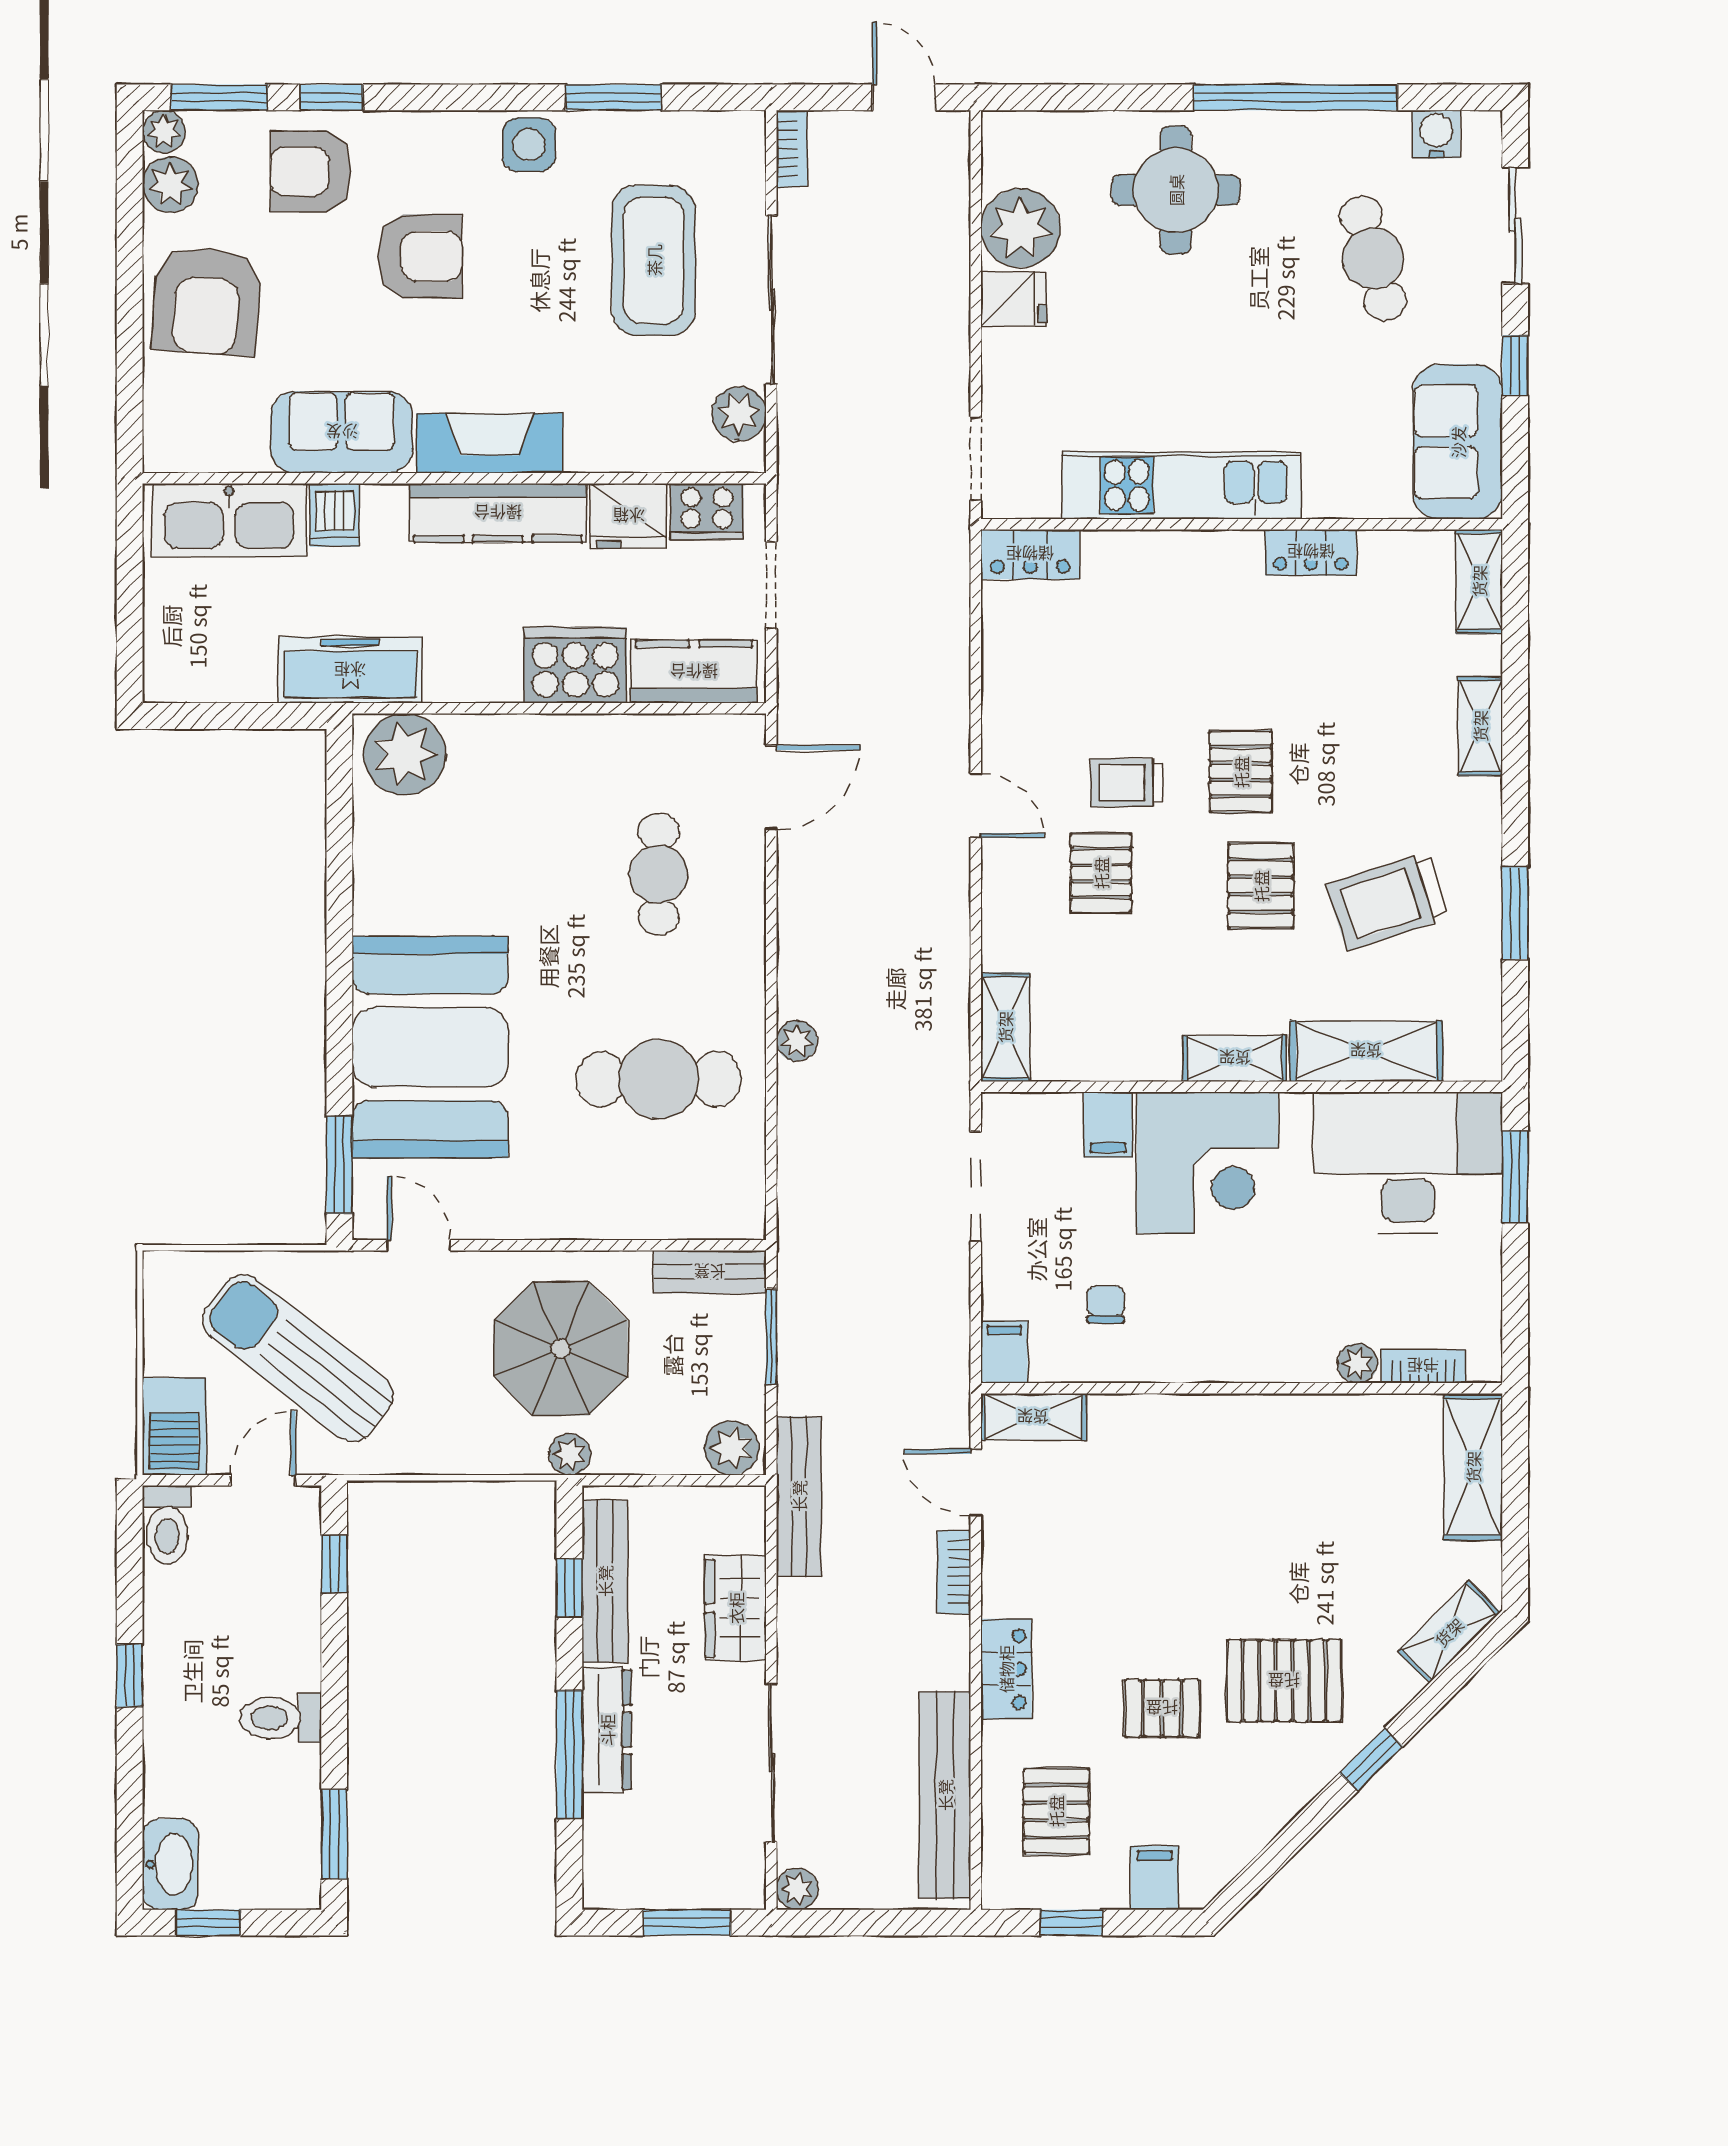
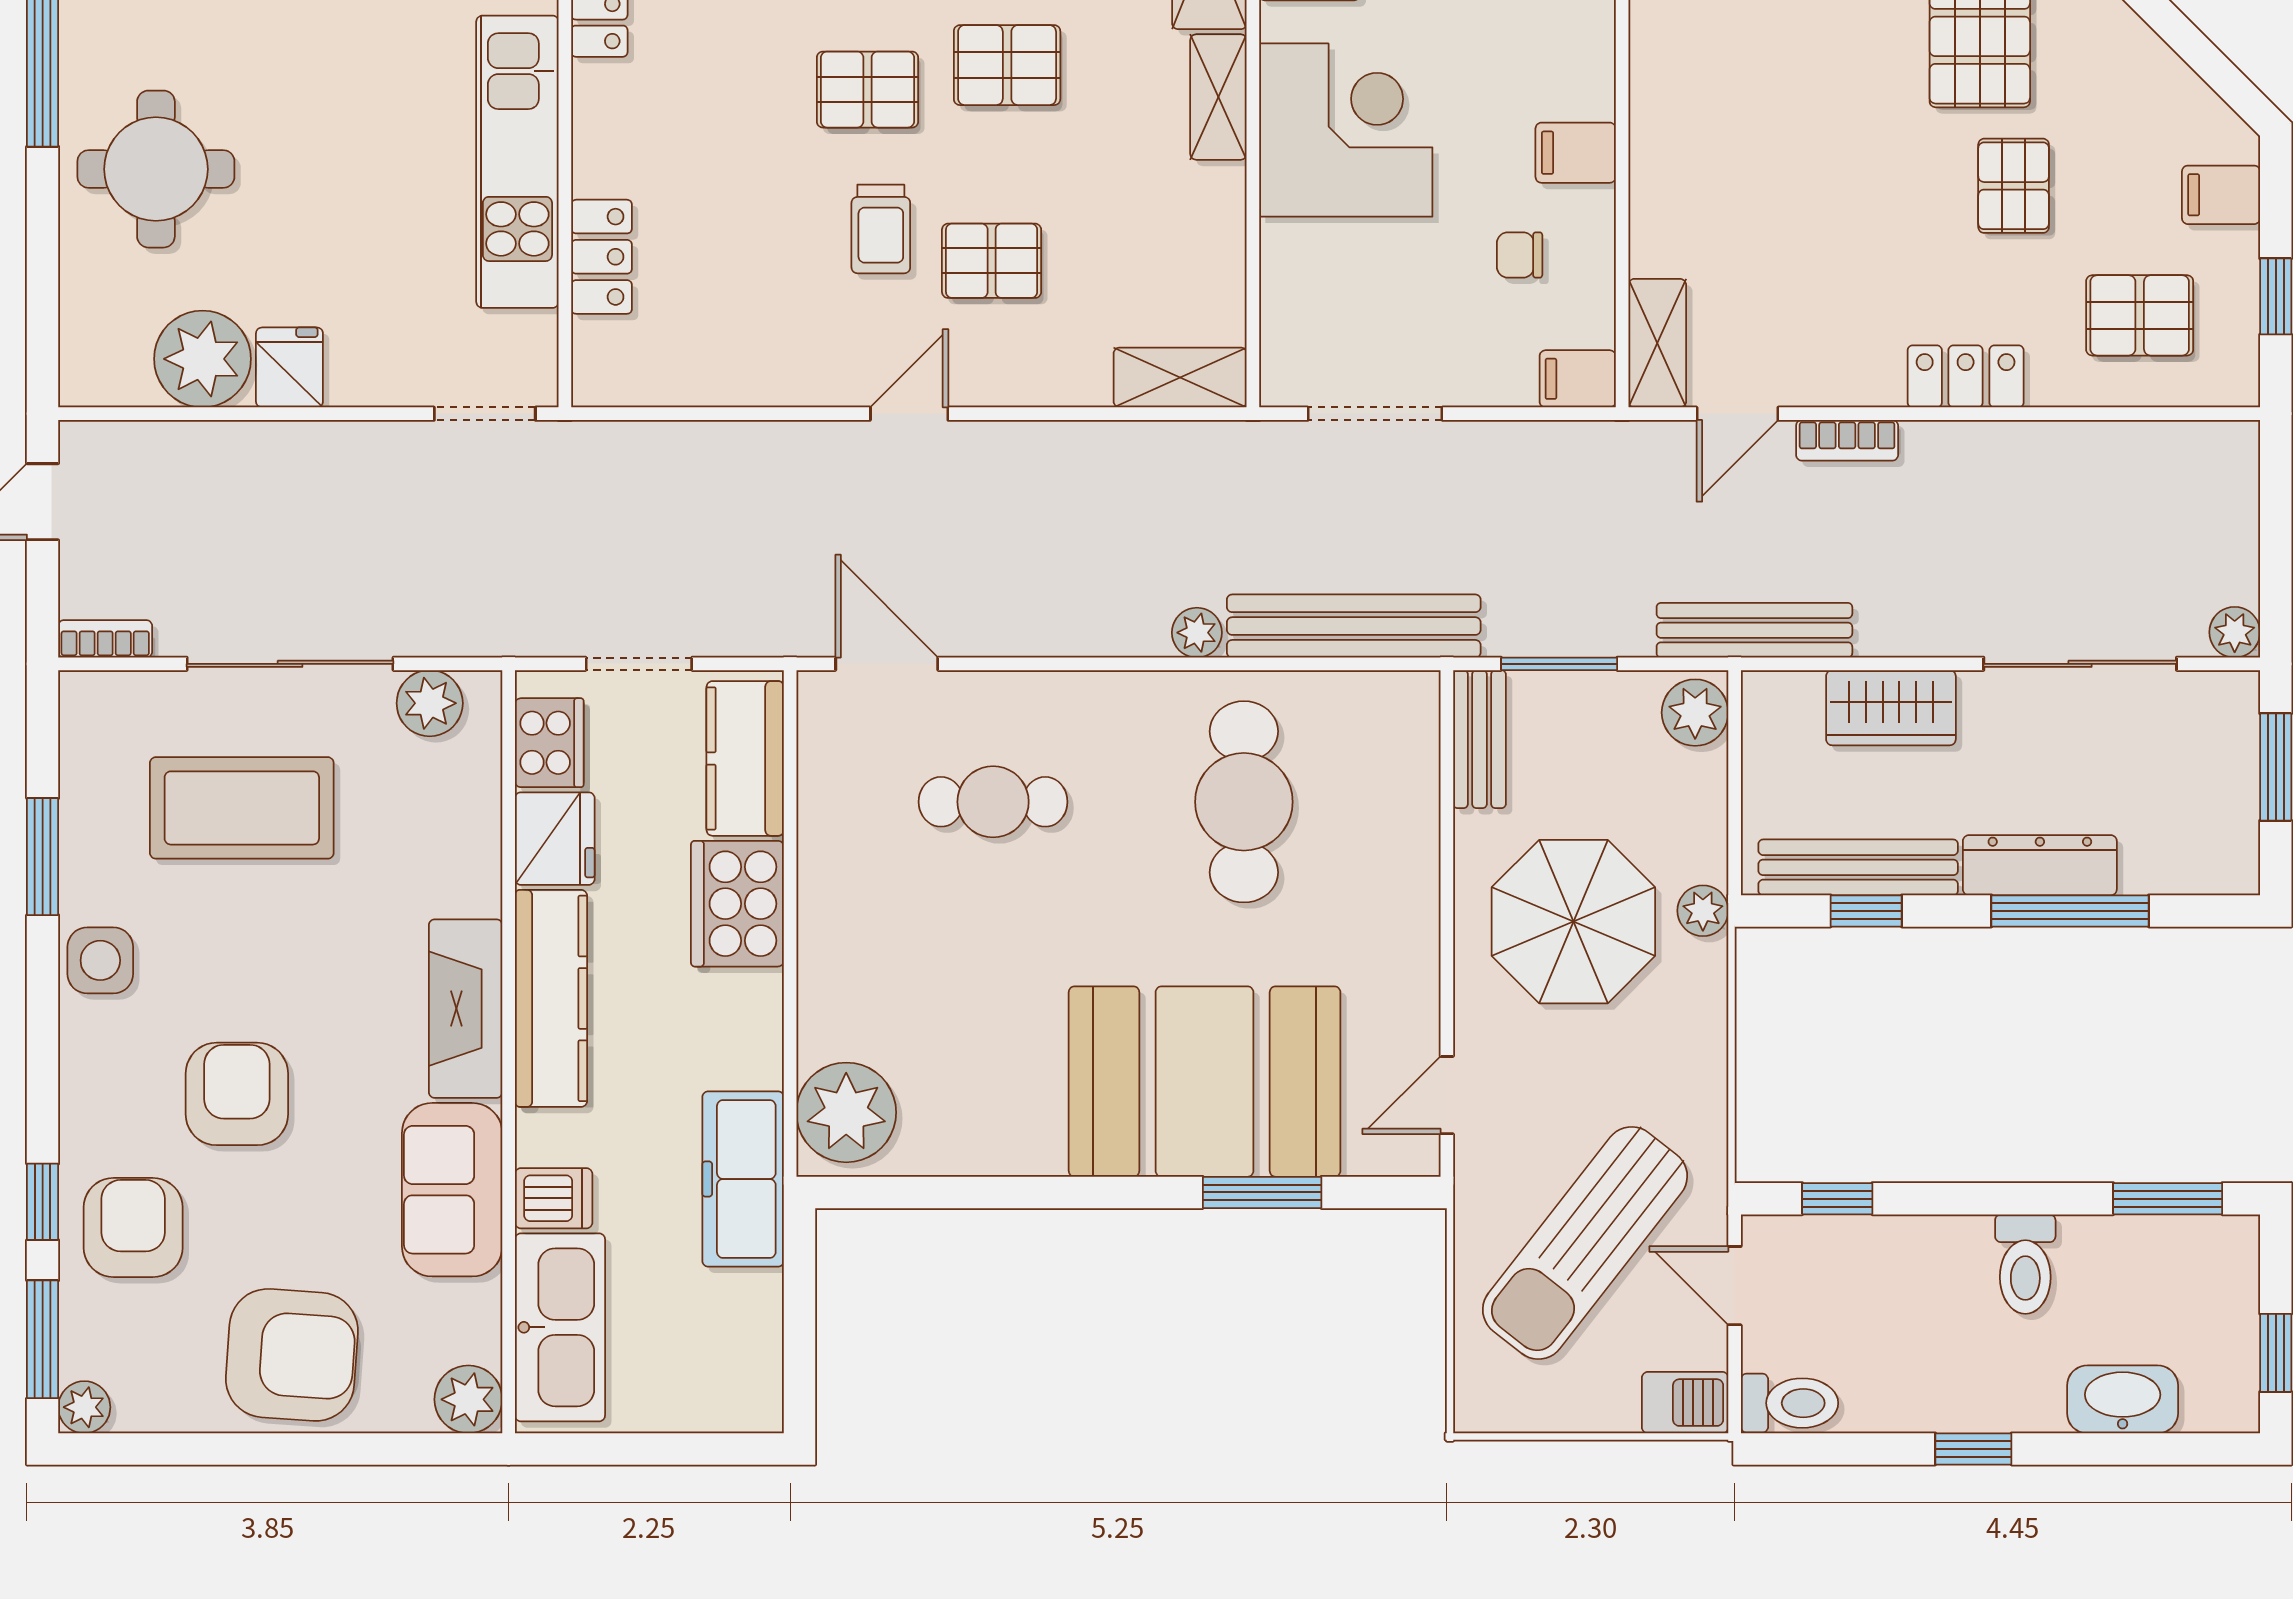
armchair: (311, 171) -> (133, 1228), turned 180
plant: (170, 185) -> (468, 1399), moved
locker: (1030, 554) -> (602, 257), moved
filing cabinet: (1108, 1125) -> (1576, 153), moved, turned 180
window: (339, 1165) -> (1262, 1192), moved
barbecue: (174, 1427) -> (1685, 1403), width x0.73, depth x0.79
bench: (945, 1795) -> (1354, 626), moved
washbasin: (170, 1864) -> (2123, 1399), moved

